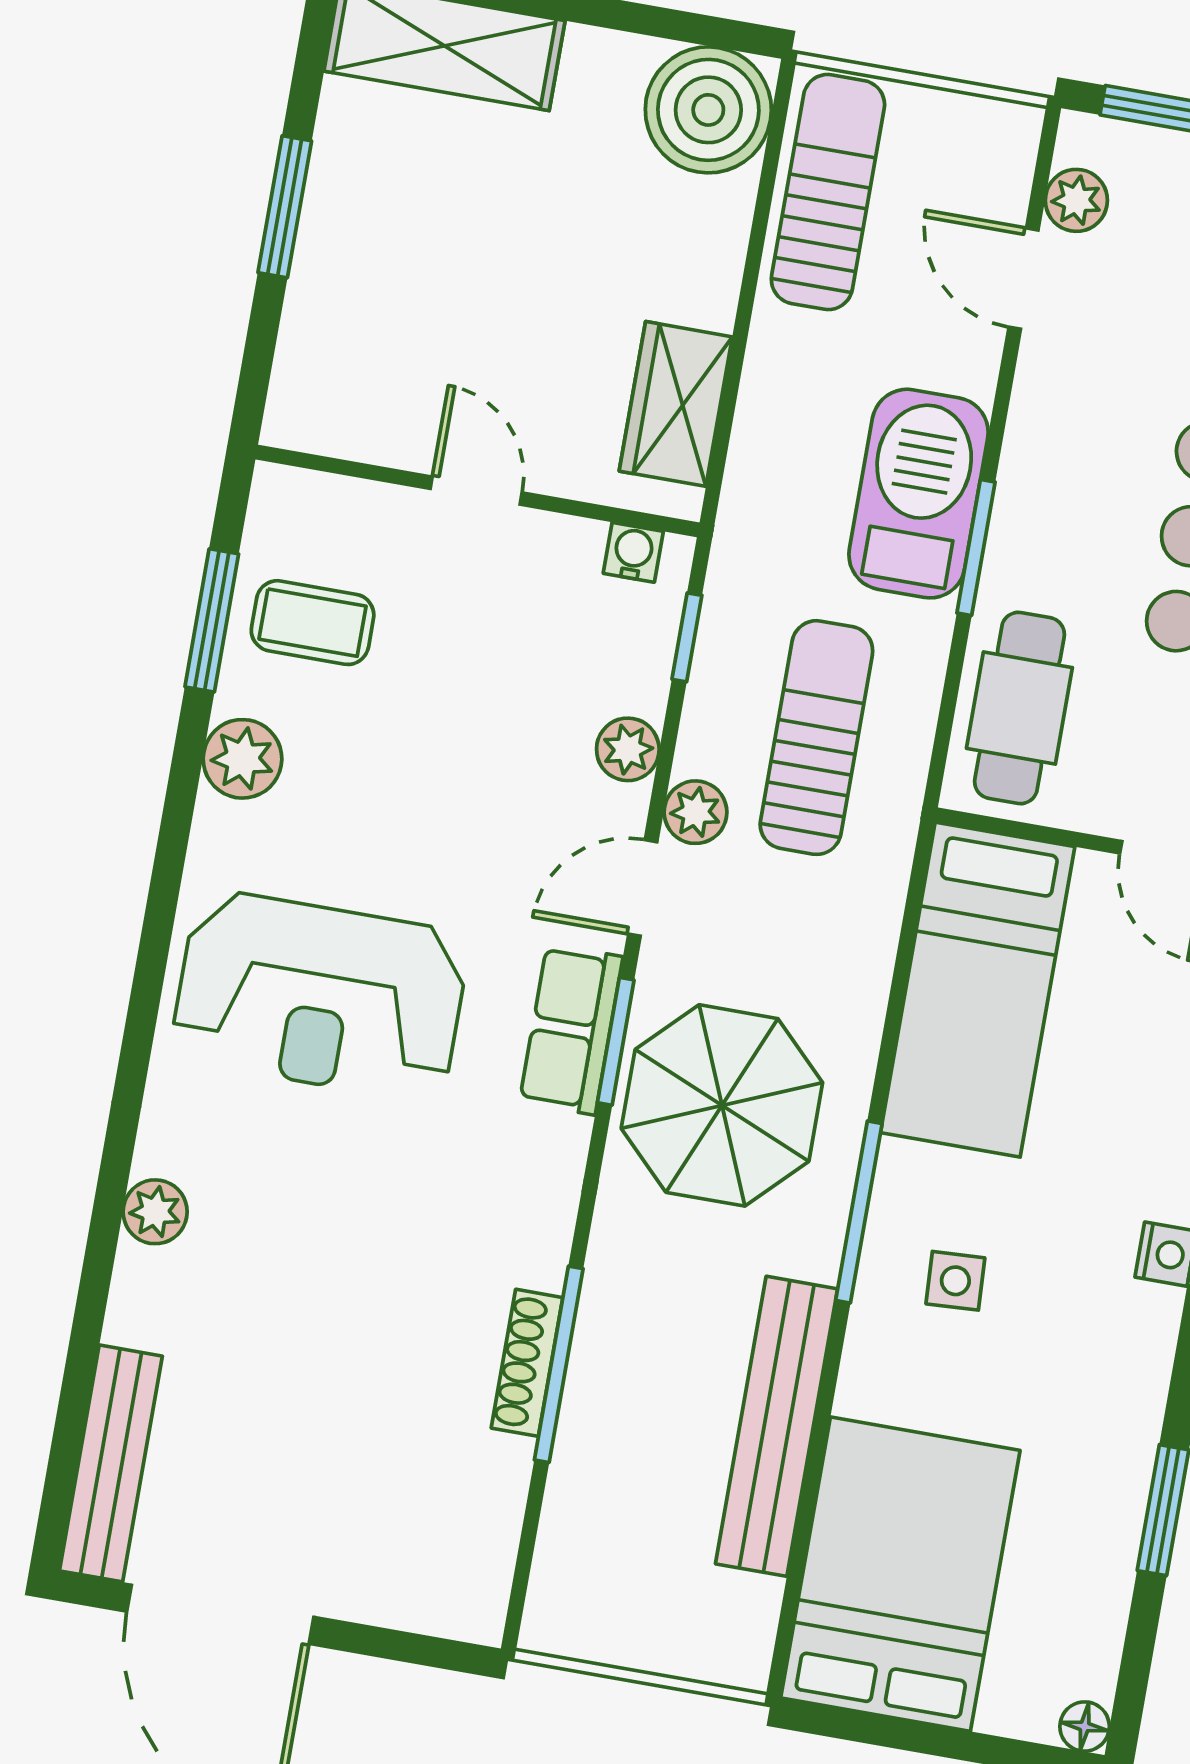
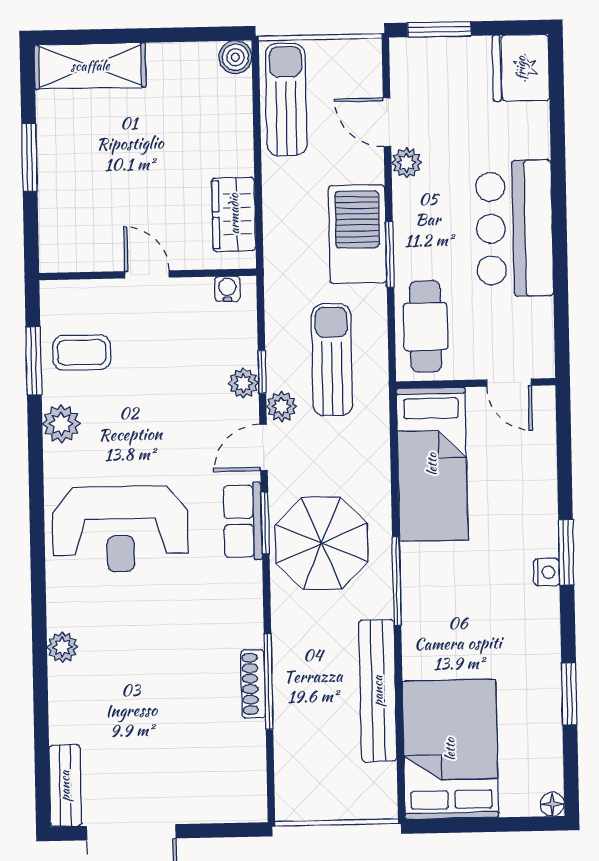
boiler: (708, 110) -> (235, 57), width x0.54, depth x0.54
plant: (1076, 200) -> (407, 163), moved
window: (687, 637) -> (262, 372), moved
side table: (955, 1281) -> (449, 605), removed
bench: (111, 1463) -> (65, 786), width x0.73

